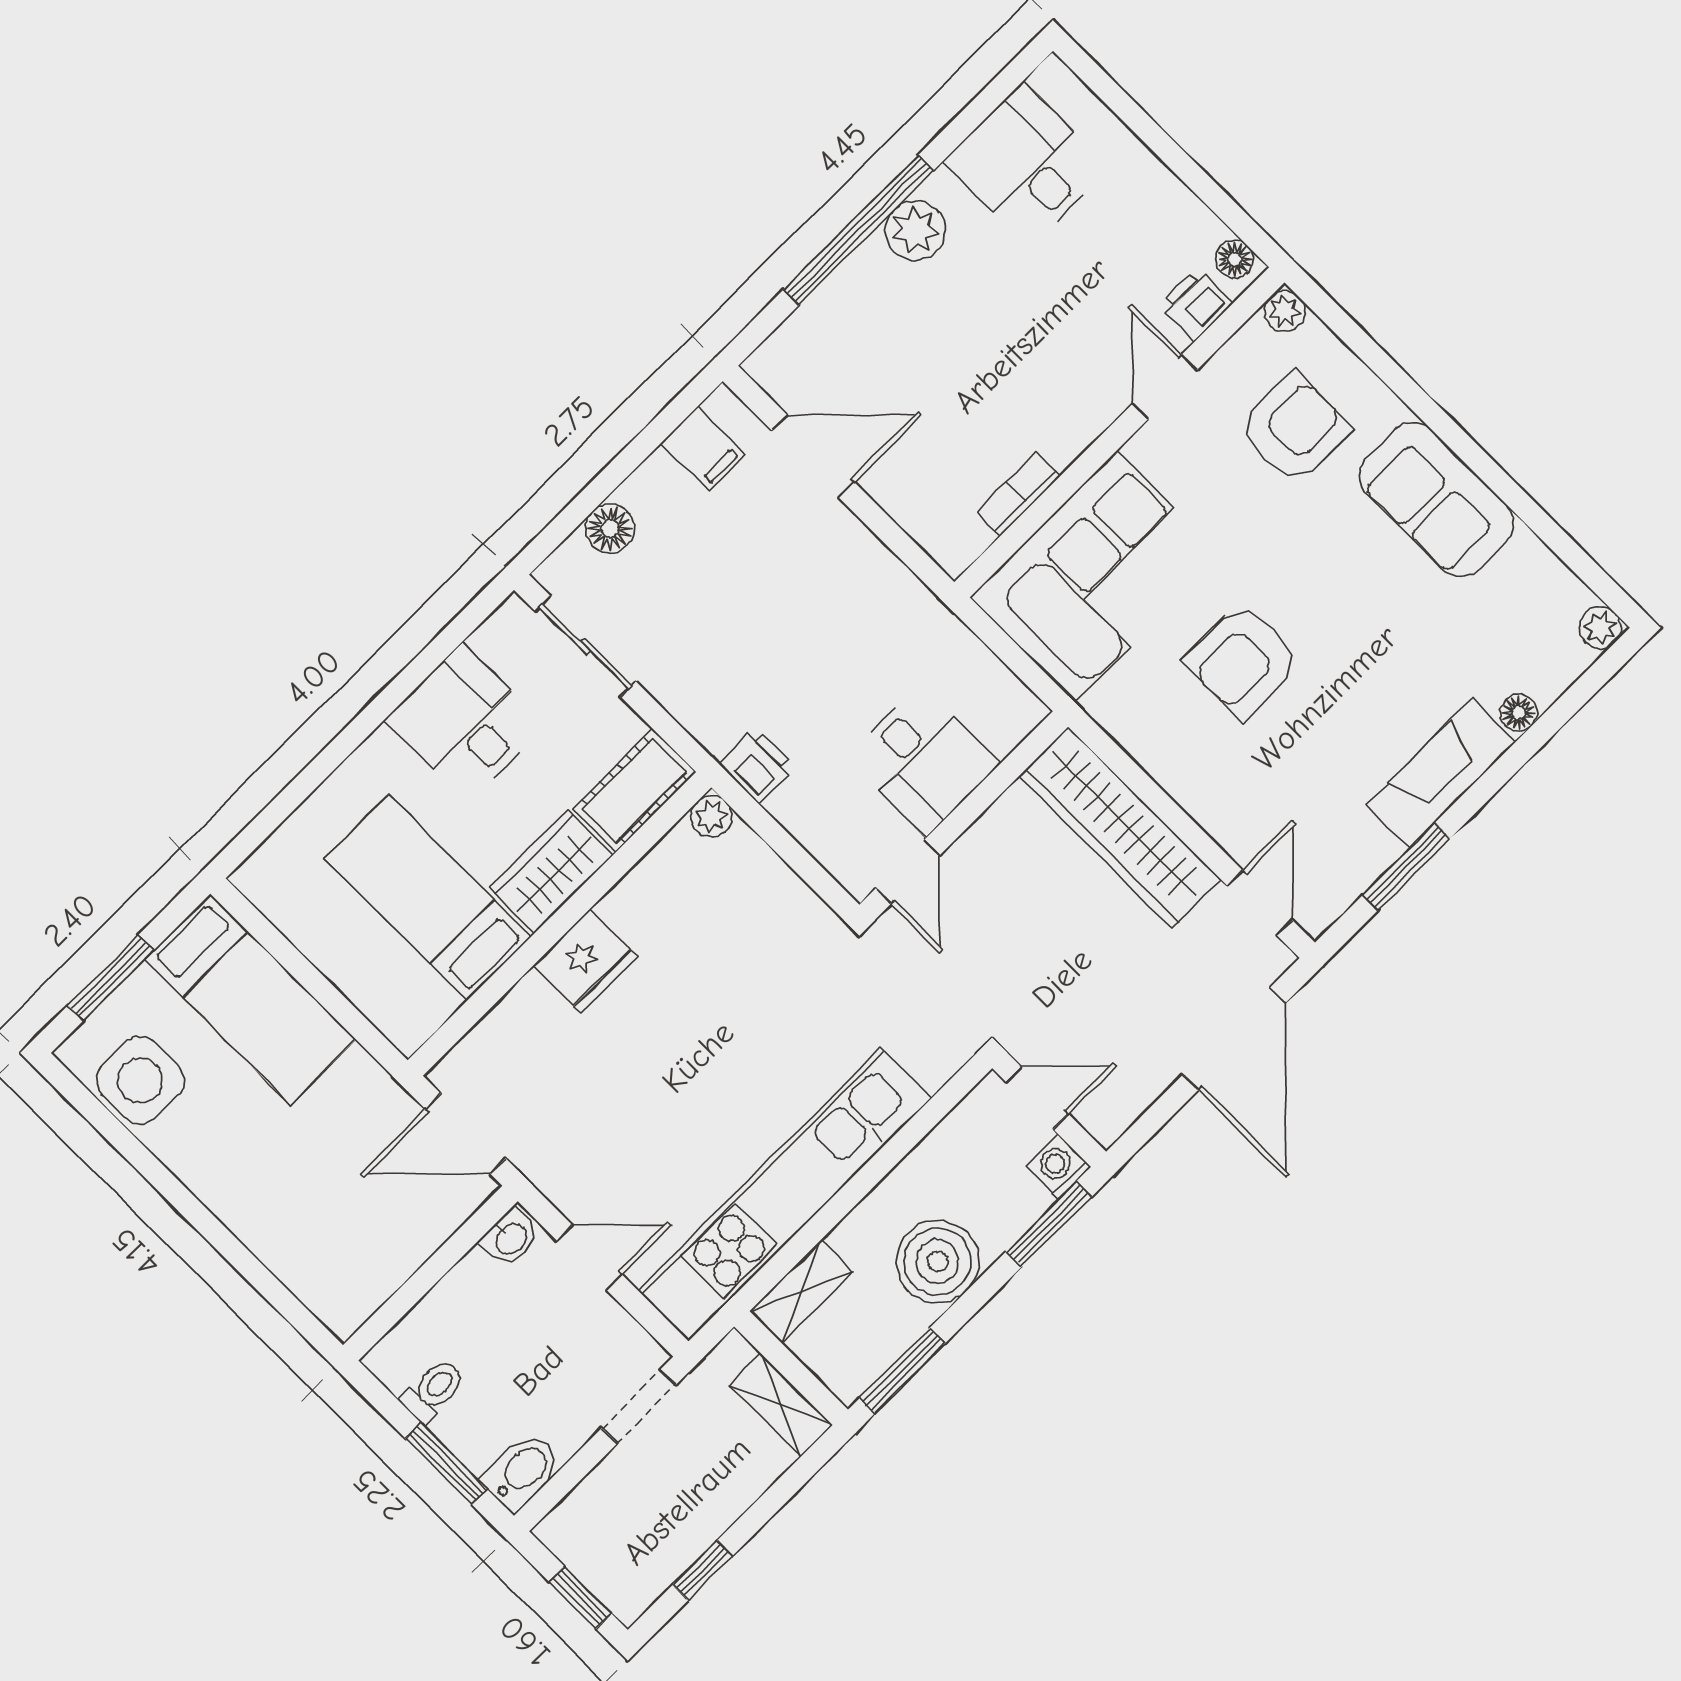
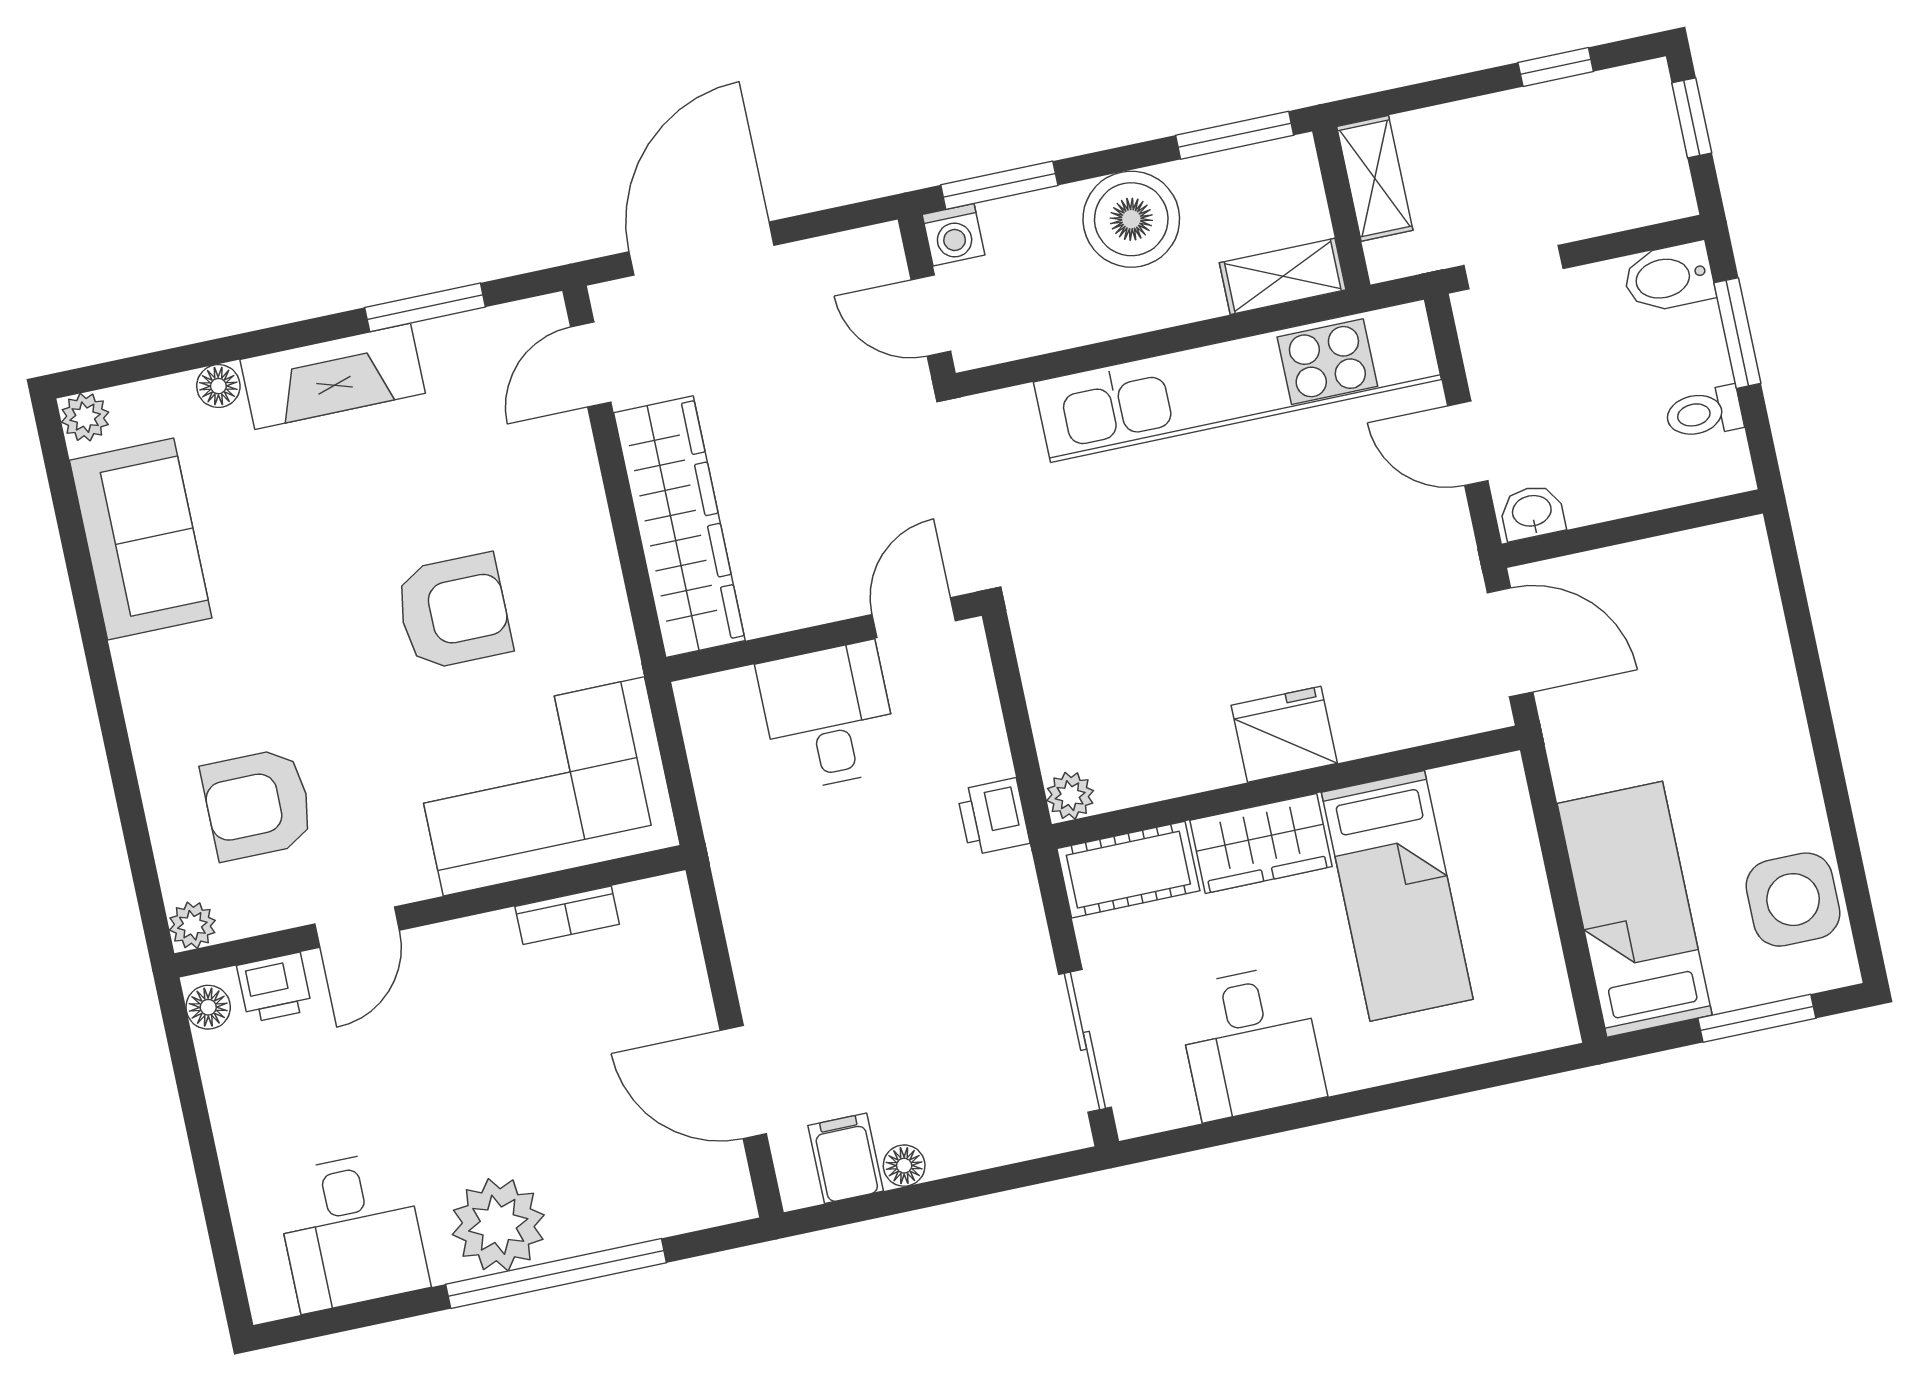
plant: (915, 230) -> (498, 1225), width x1.36, depth x1.36
sofa: (1437, 499) -> (141, 539), moved
floor lamp: (610, 528) -> (904, 1166), moved, width x0.73, depth x0.73

